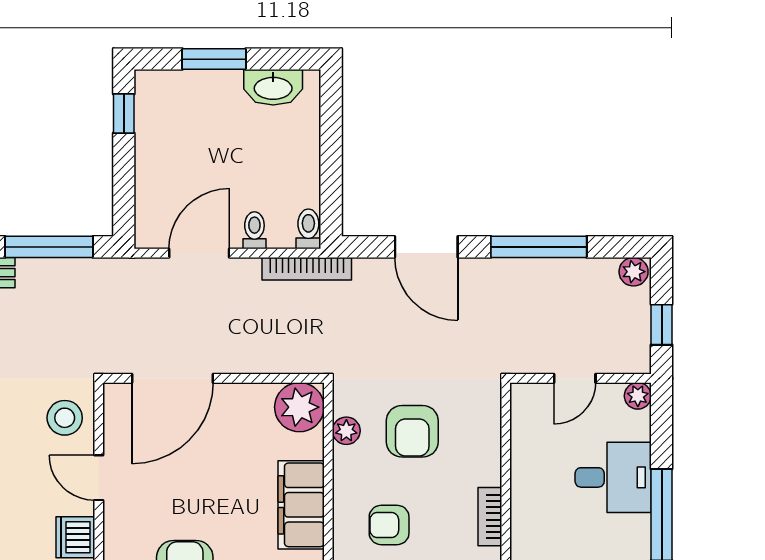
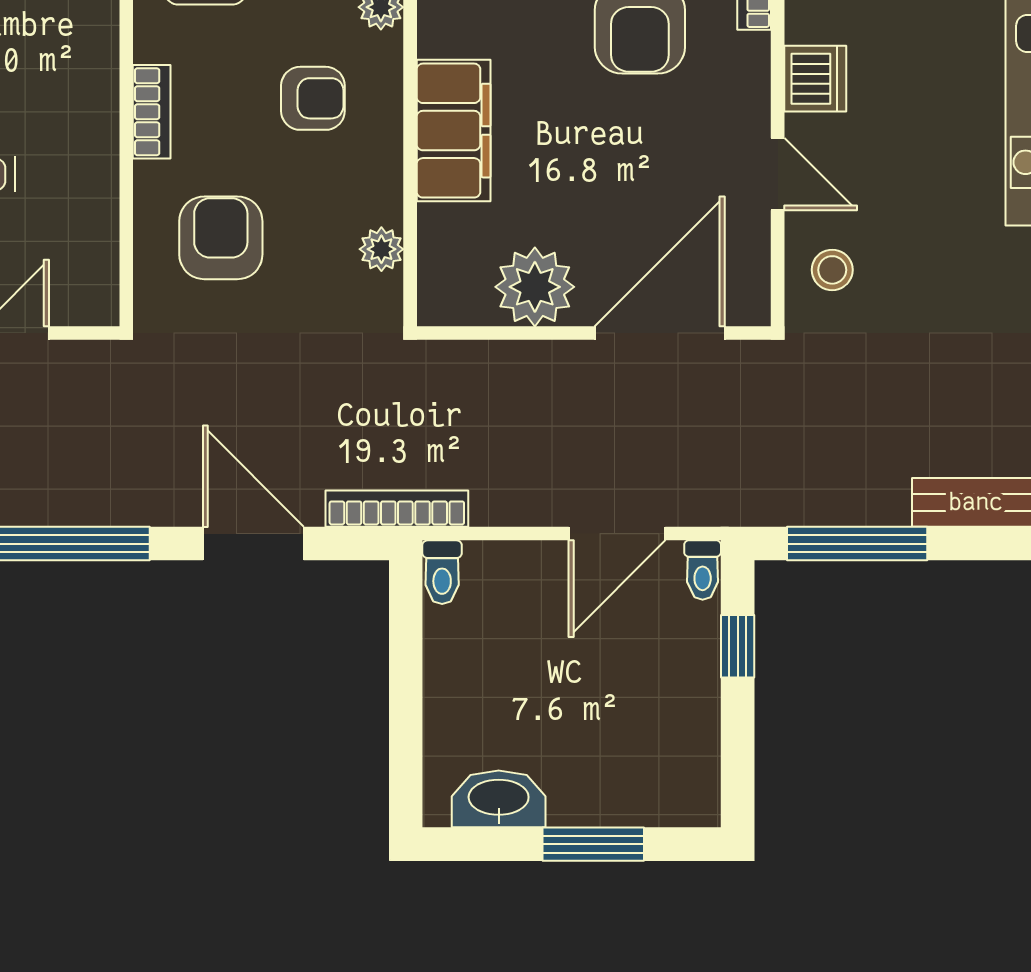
window: (124, 114) -> (738, 646), moved
toilet: (254, 230) -> (703, 570), moved
bookcase: (307, 269) -> (397, 509), moved
plant: (299, 407) -> (535, 287), moved
stool: (65, 418) -> (832, 270), width x0.73, depth x0.73
armchair: (412, 431) -> (221, 238), moved

